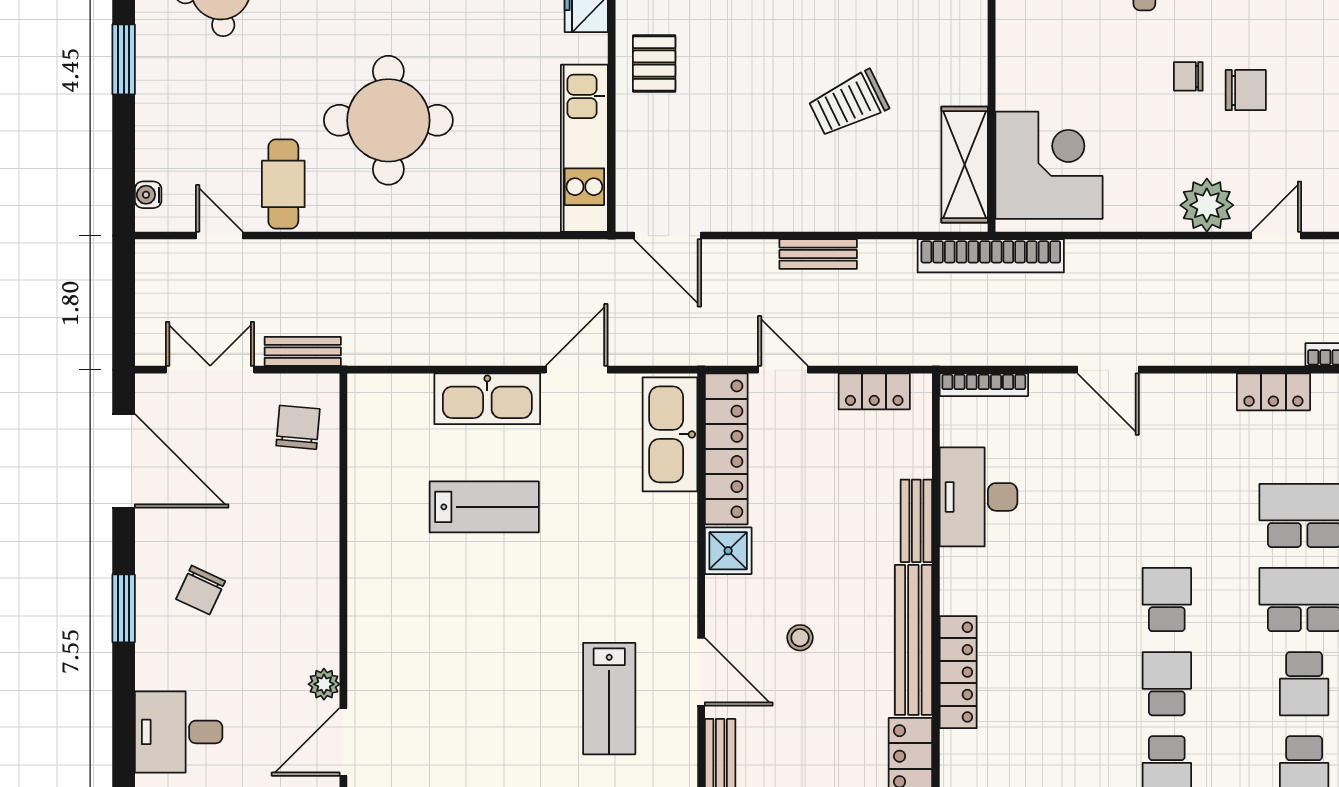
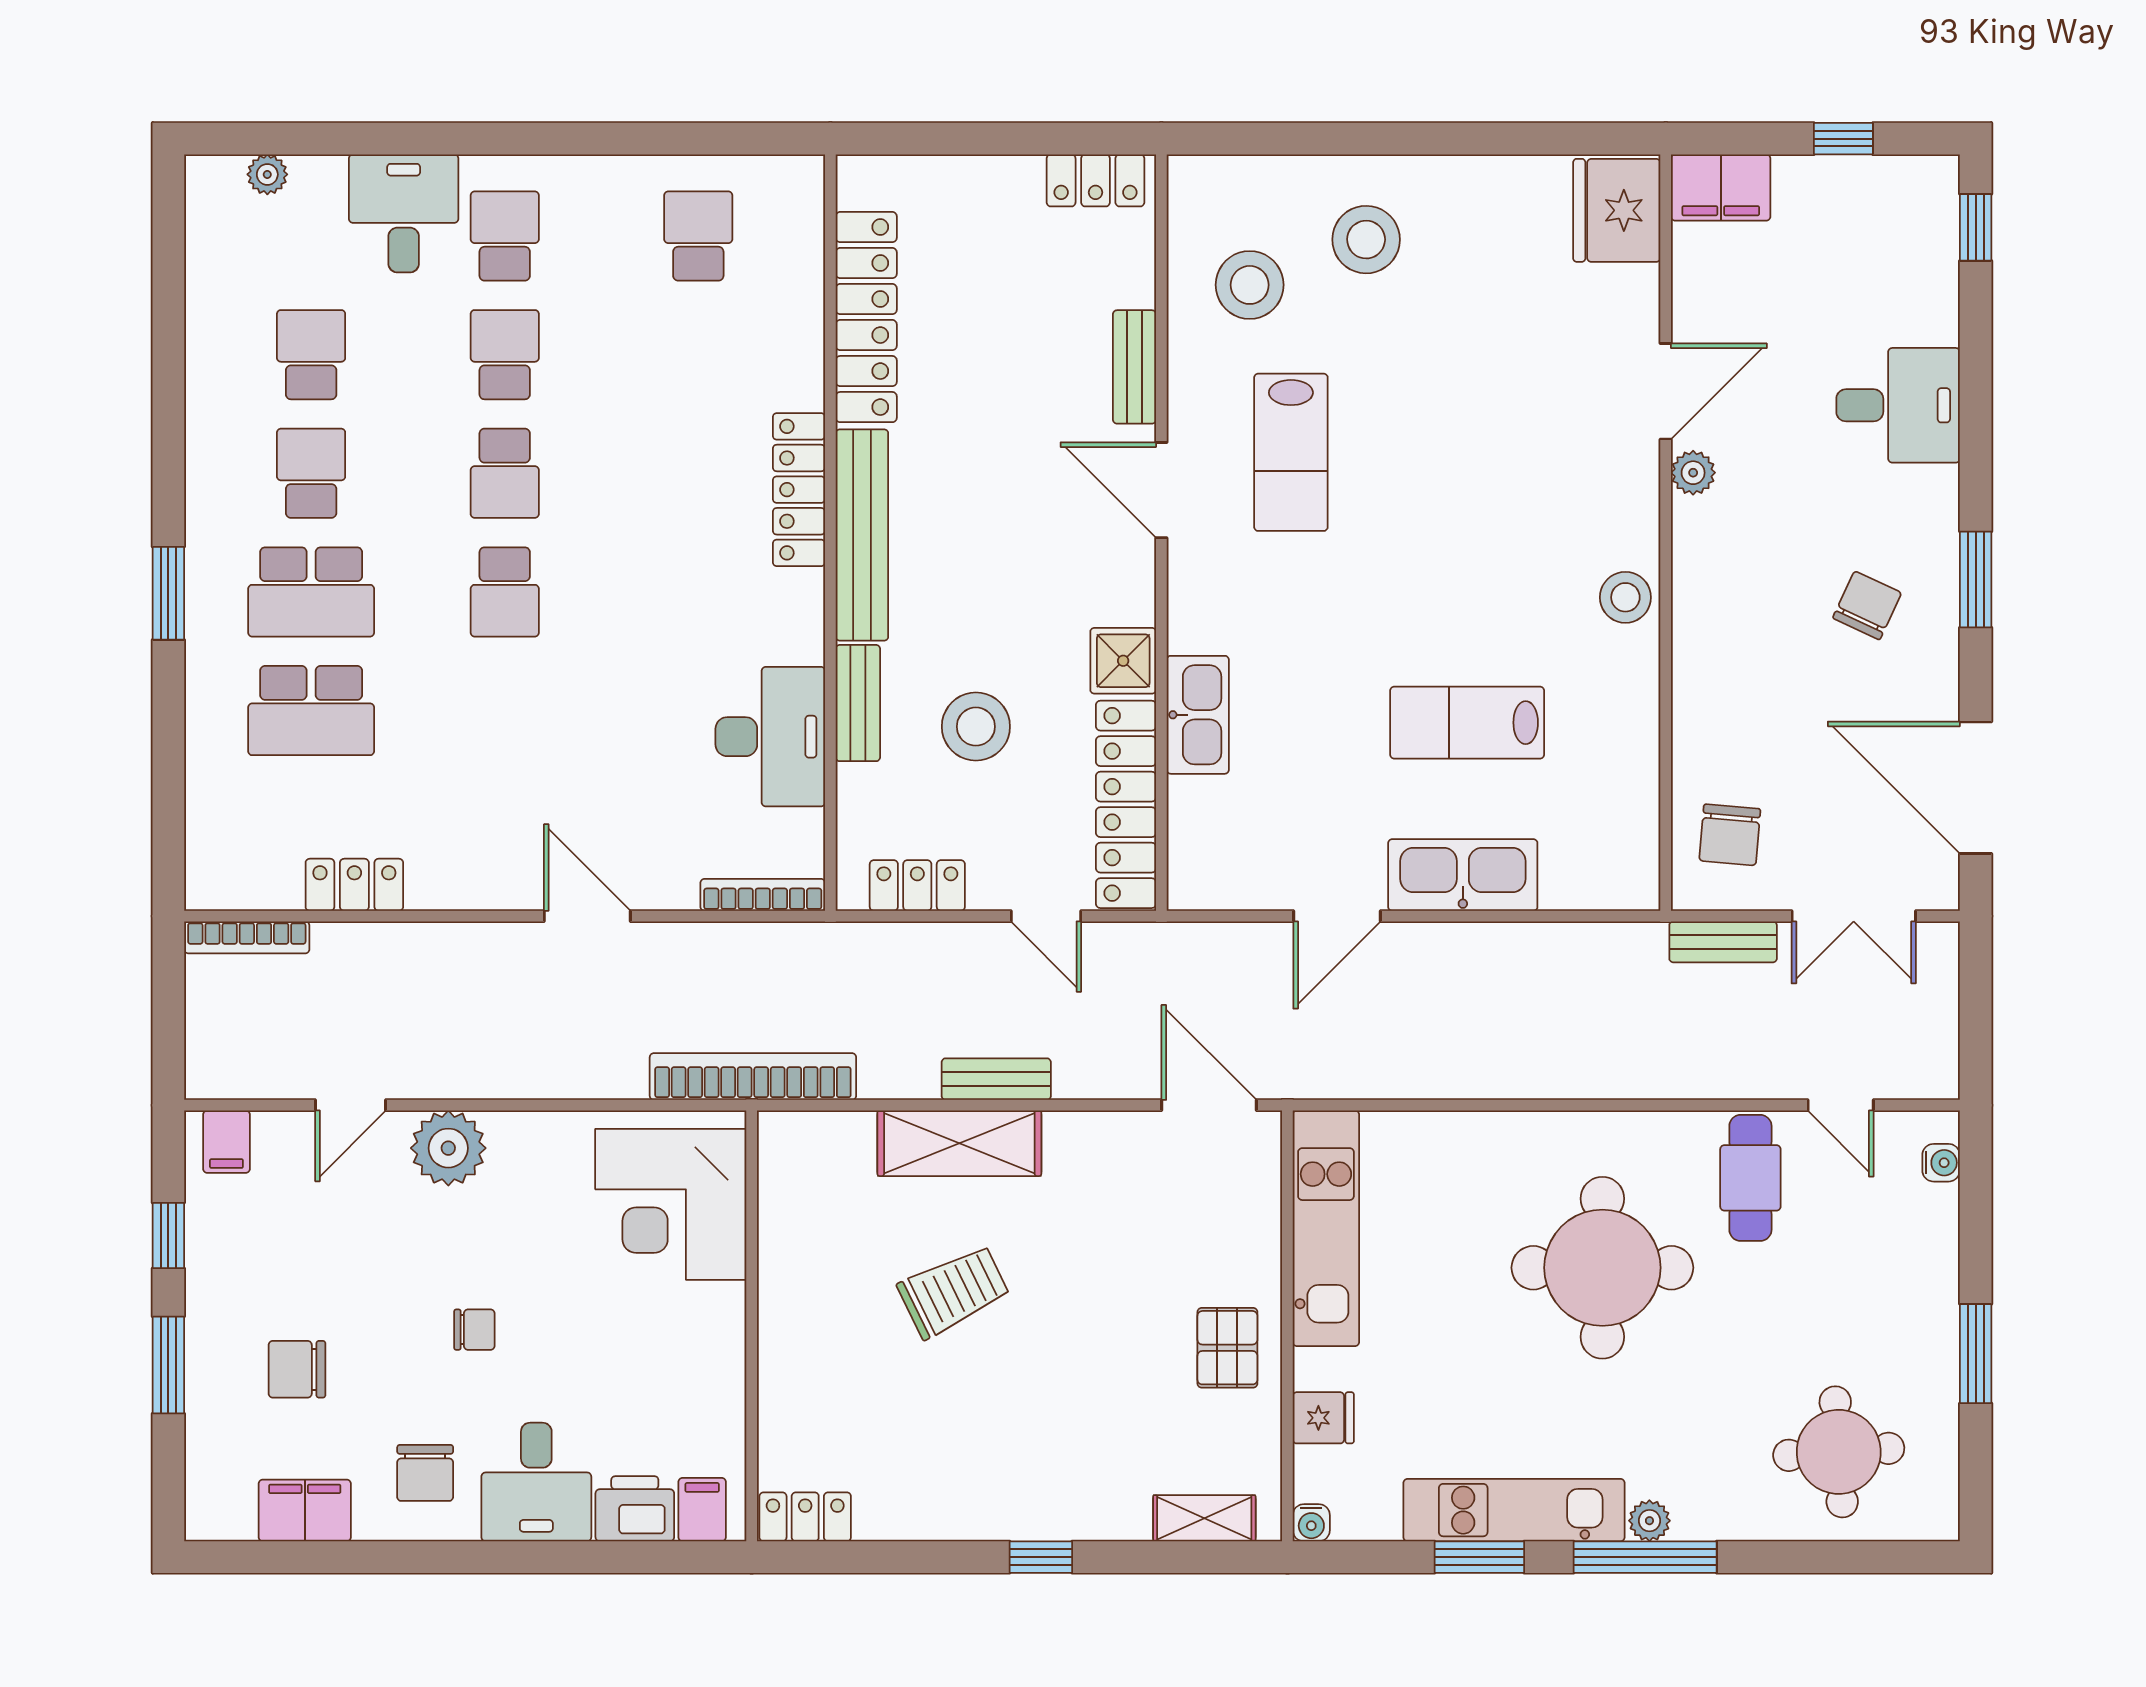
chair: (1246, 90) -> (297, 1369), moved
shelving: (965, 165) -> (959, 1143), moved, turned 90
kitchen sink: (670, 434) -> (1198, 715), moved, width x0.73, depth x0.81
stool: (372, 596) -> (1625, 597), added
stool: (800, 638) -> (976, 727), moved, width x1.89, depth x1.89
lab bench: (609, 699) -> (1291, 452), turned 180

